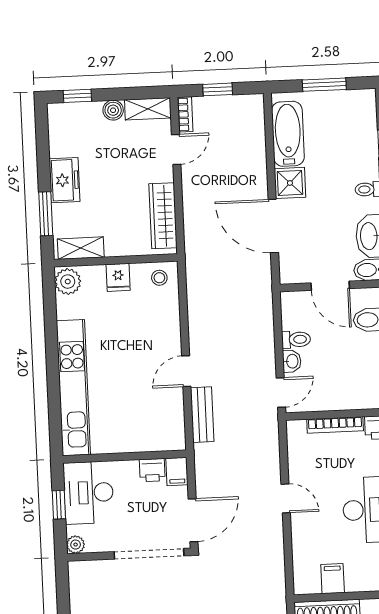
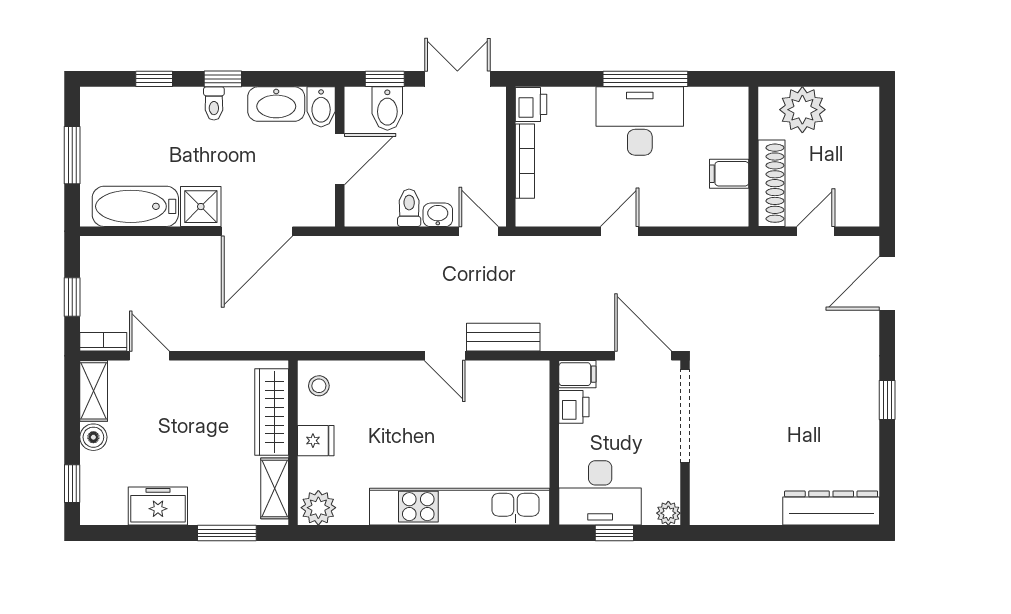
freezer: (64, 180) -> (158, 506), moved
wardrobe: (163, 216) -> (272, 412), moved, turned 90

